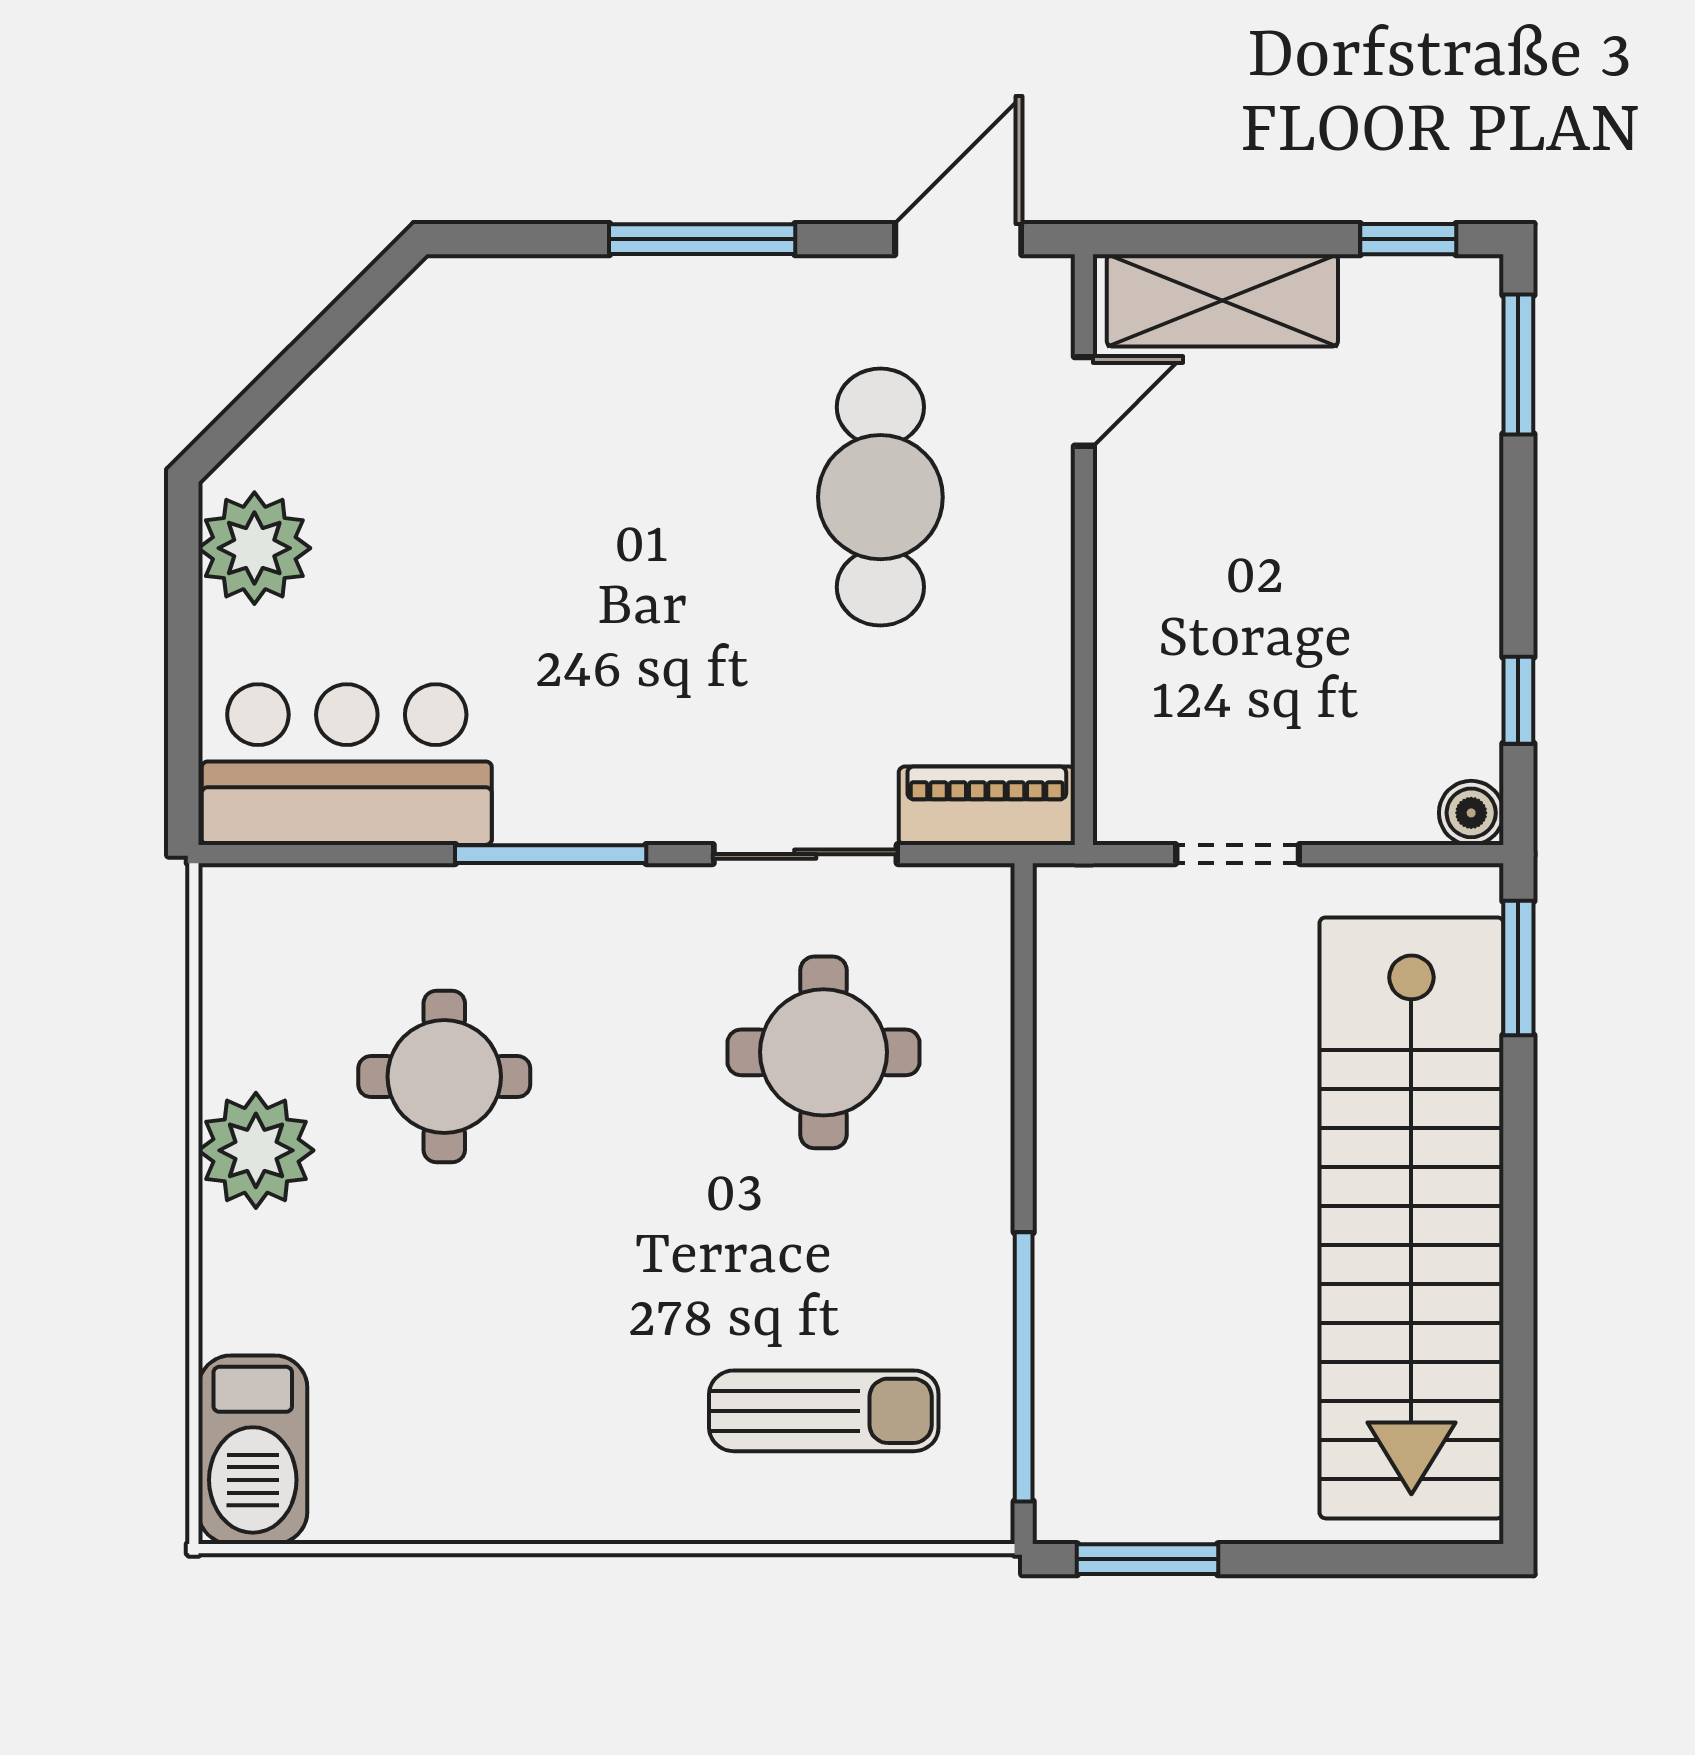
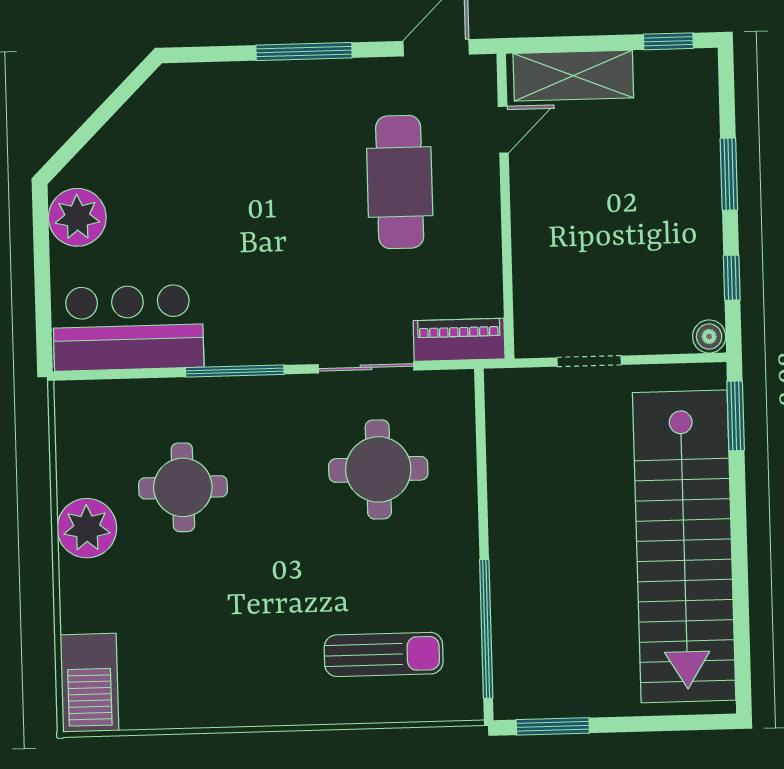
window: (1518, 364) -> (729, 174), moved

